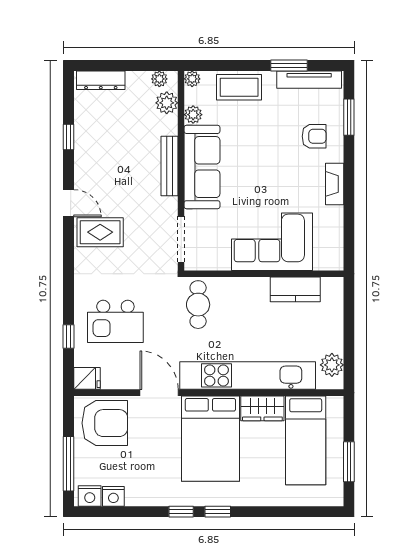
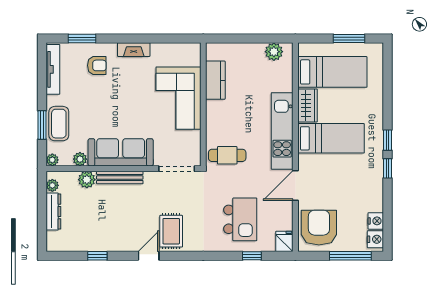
window: (289, 66) -> (42, 125), moved
dresser: (101, 80) -> (53, 211), moved
plant: (167, 103) -> (87, 180), moved
armchair: (314, 136) -> (97, 65), turned 90
kitchen unit: (248, 375) -> (282, 131), width x0.73
bed: (210, 439) -> (331, 138), width x0.67

